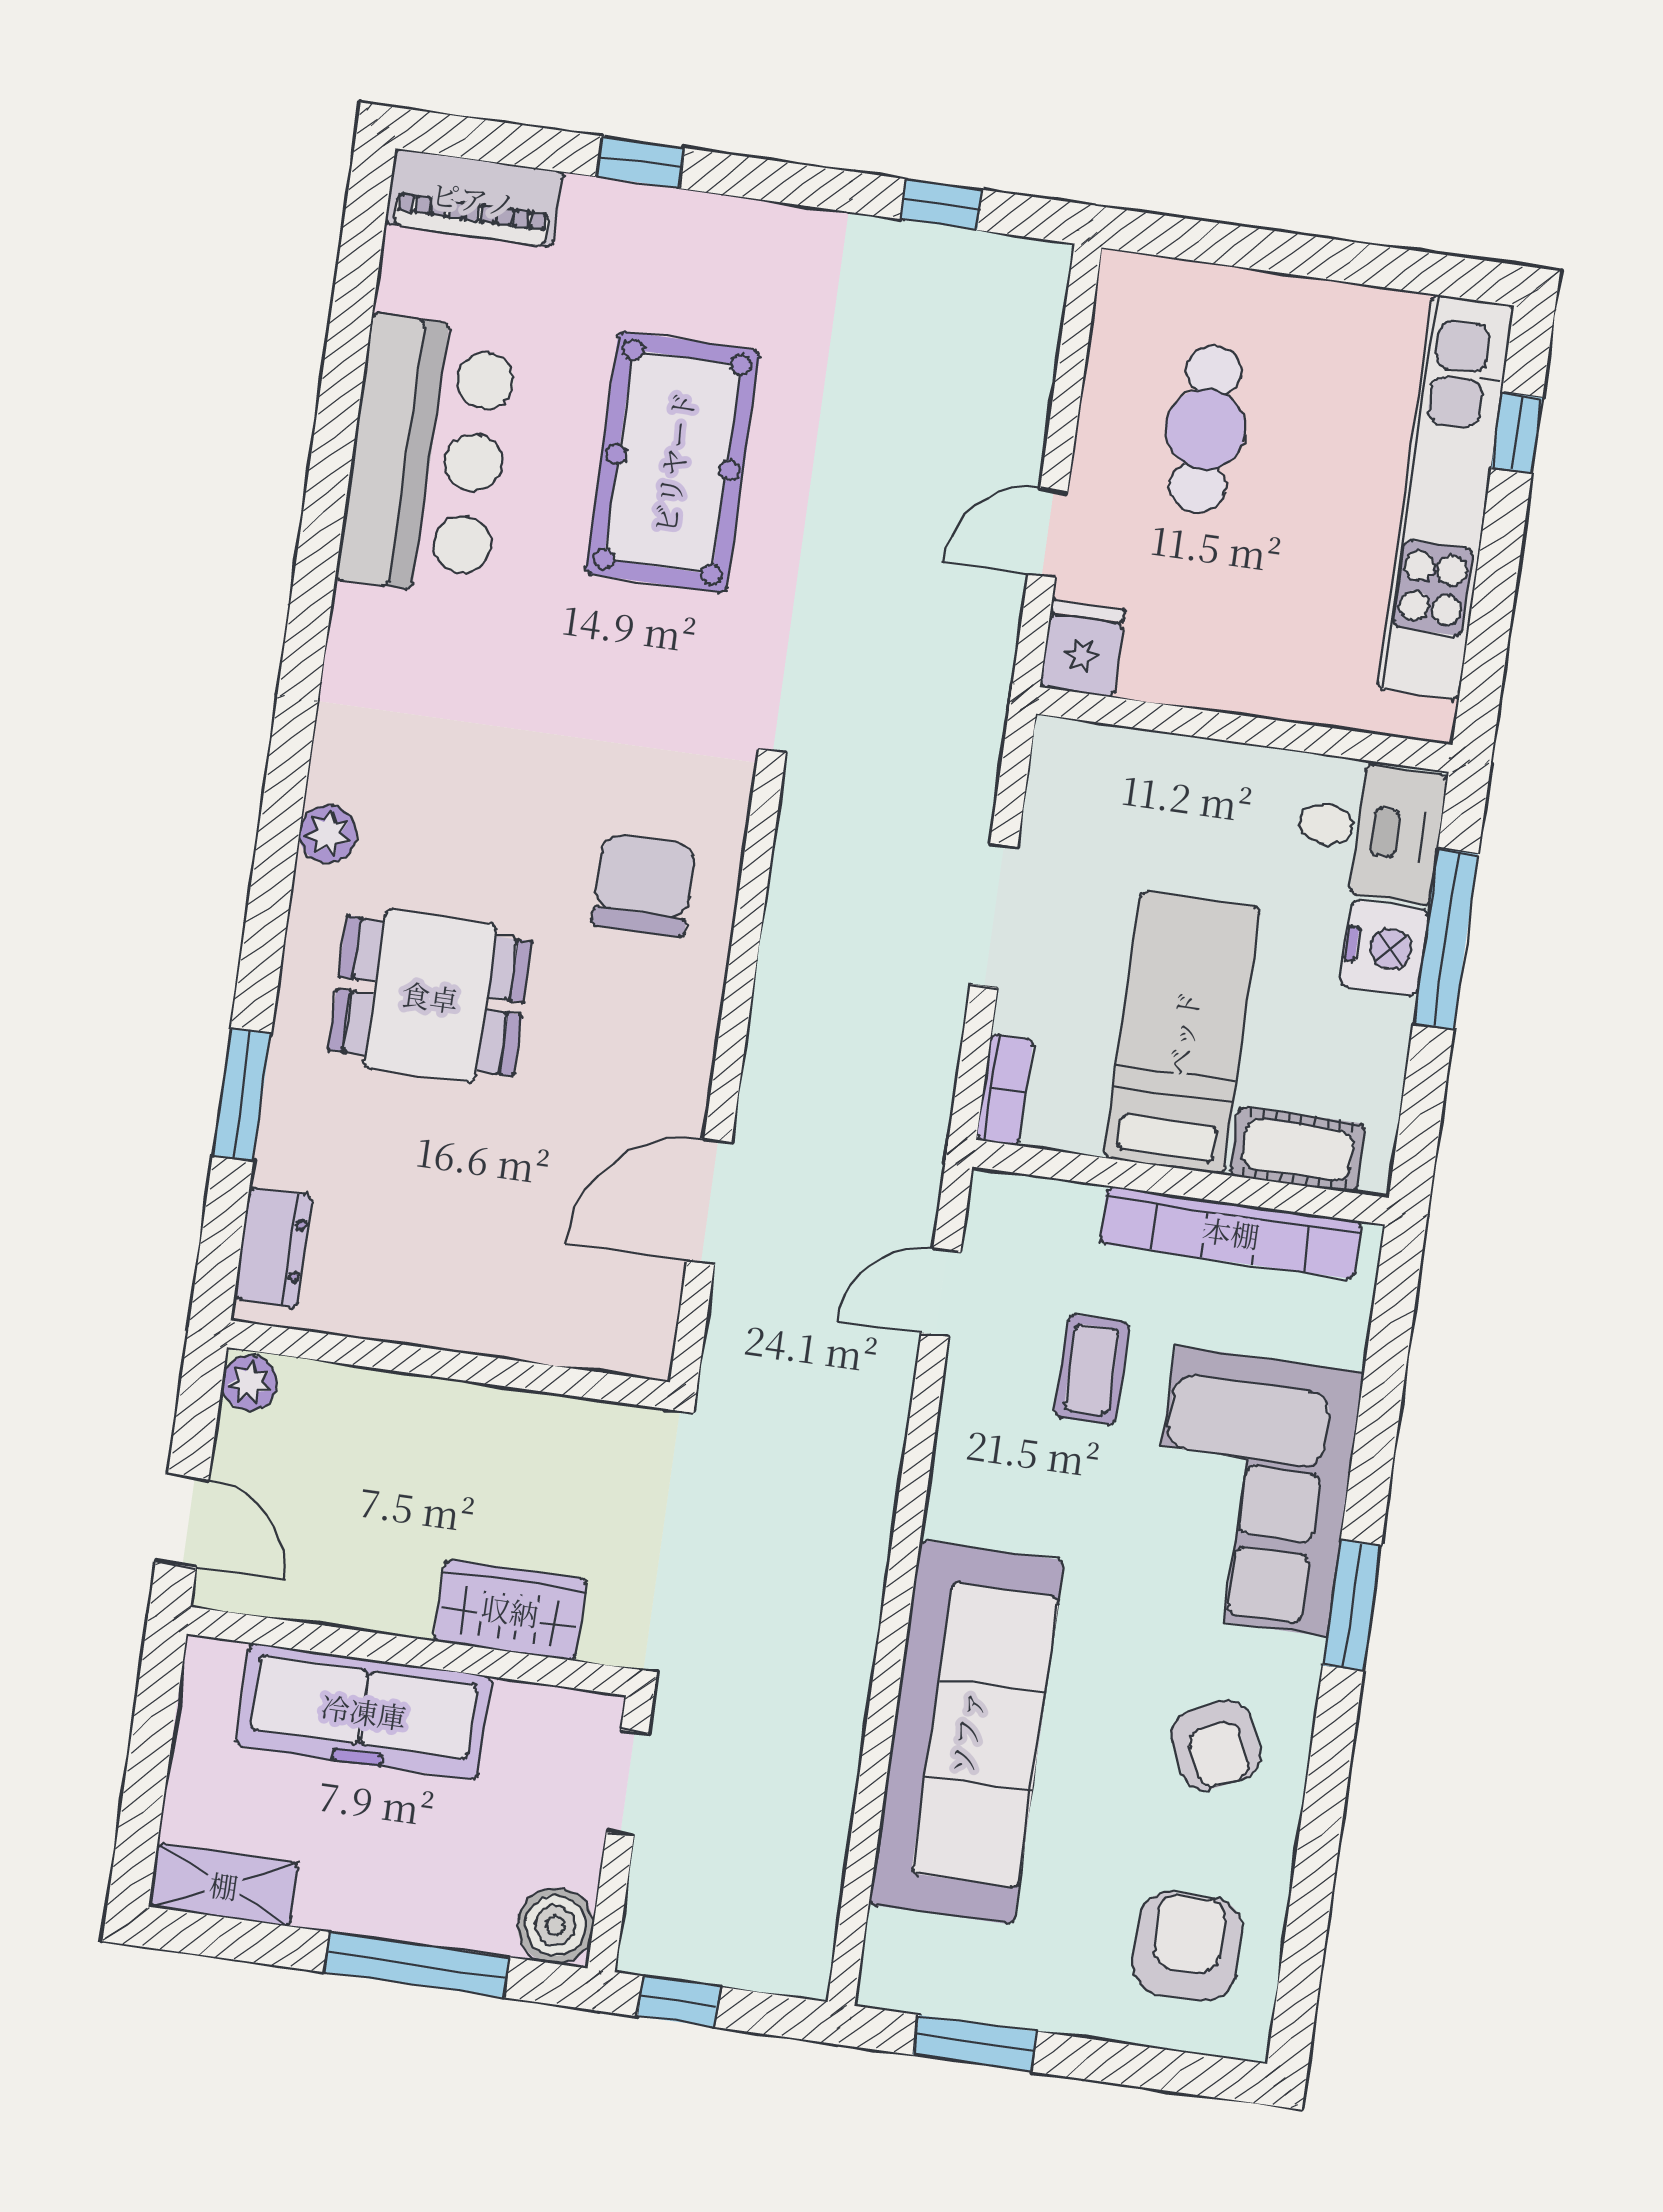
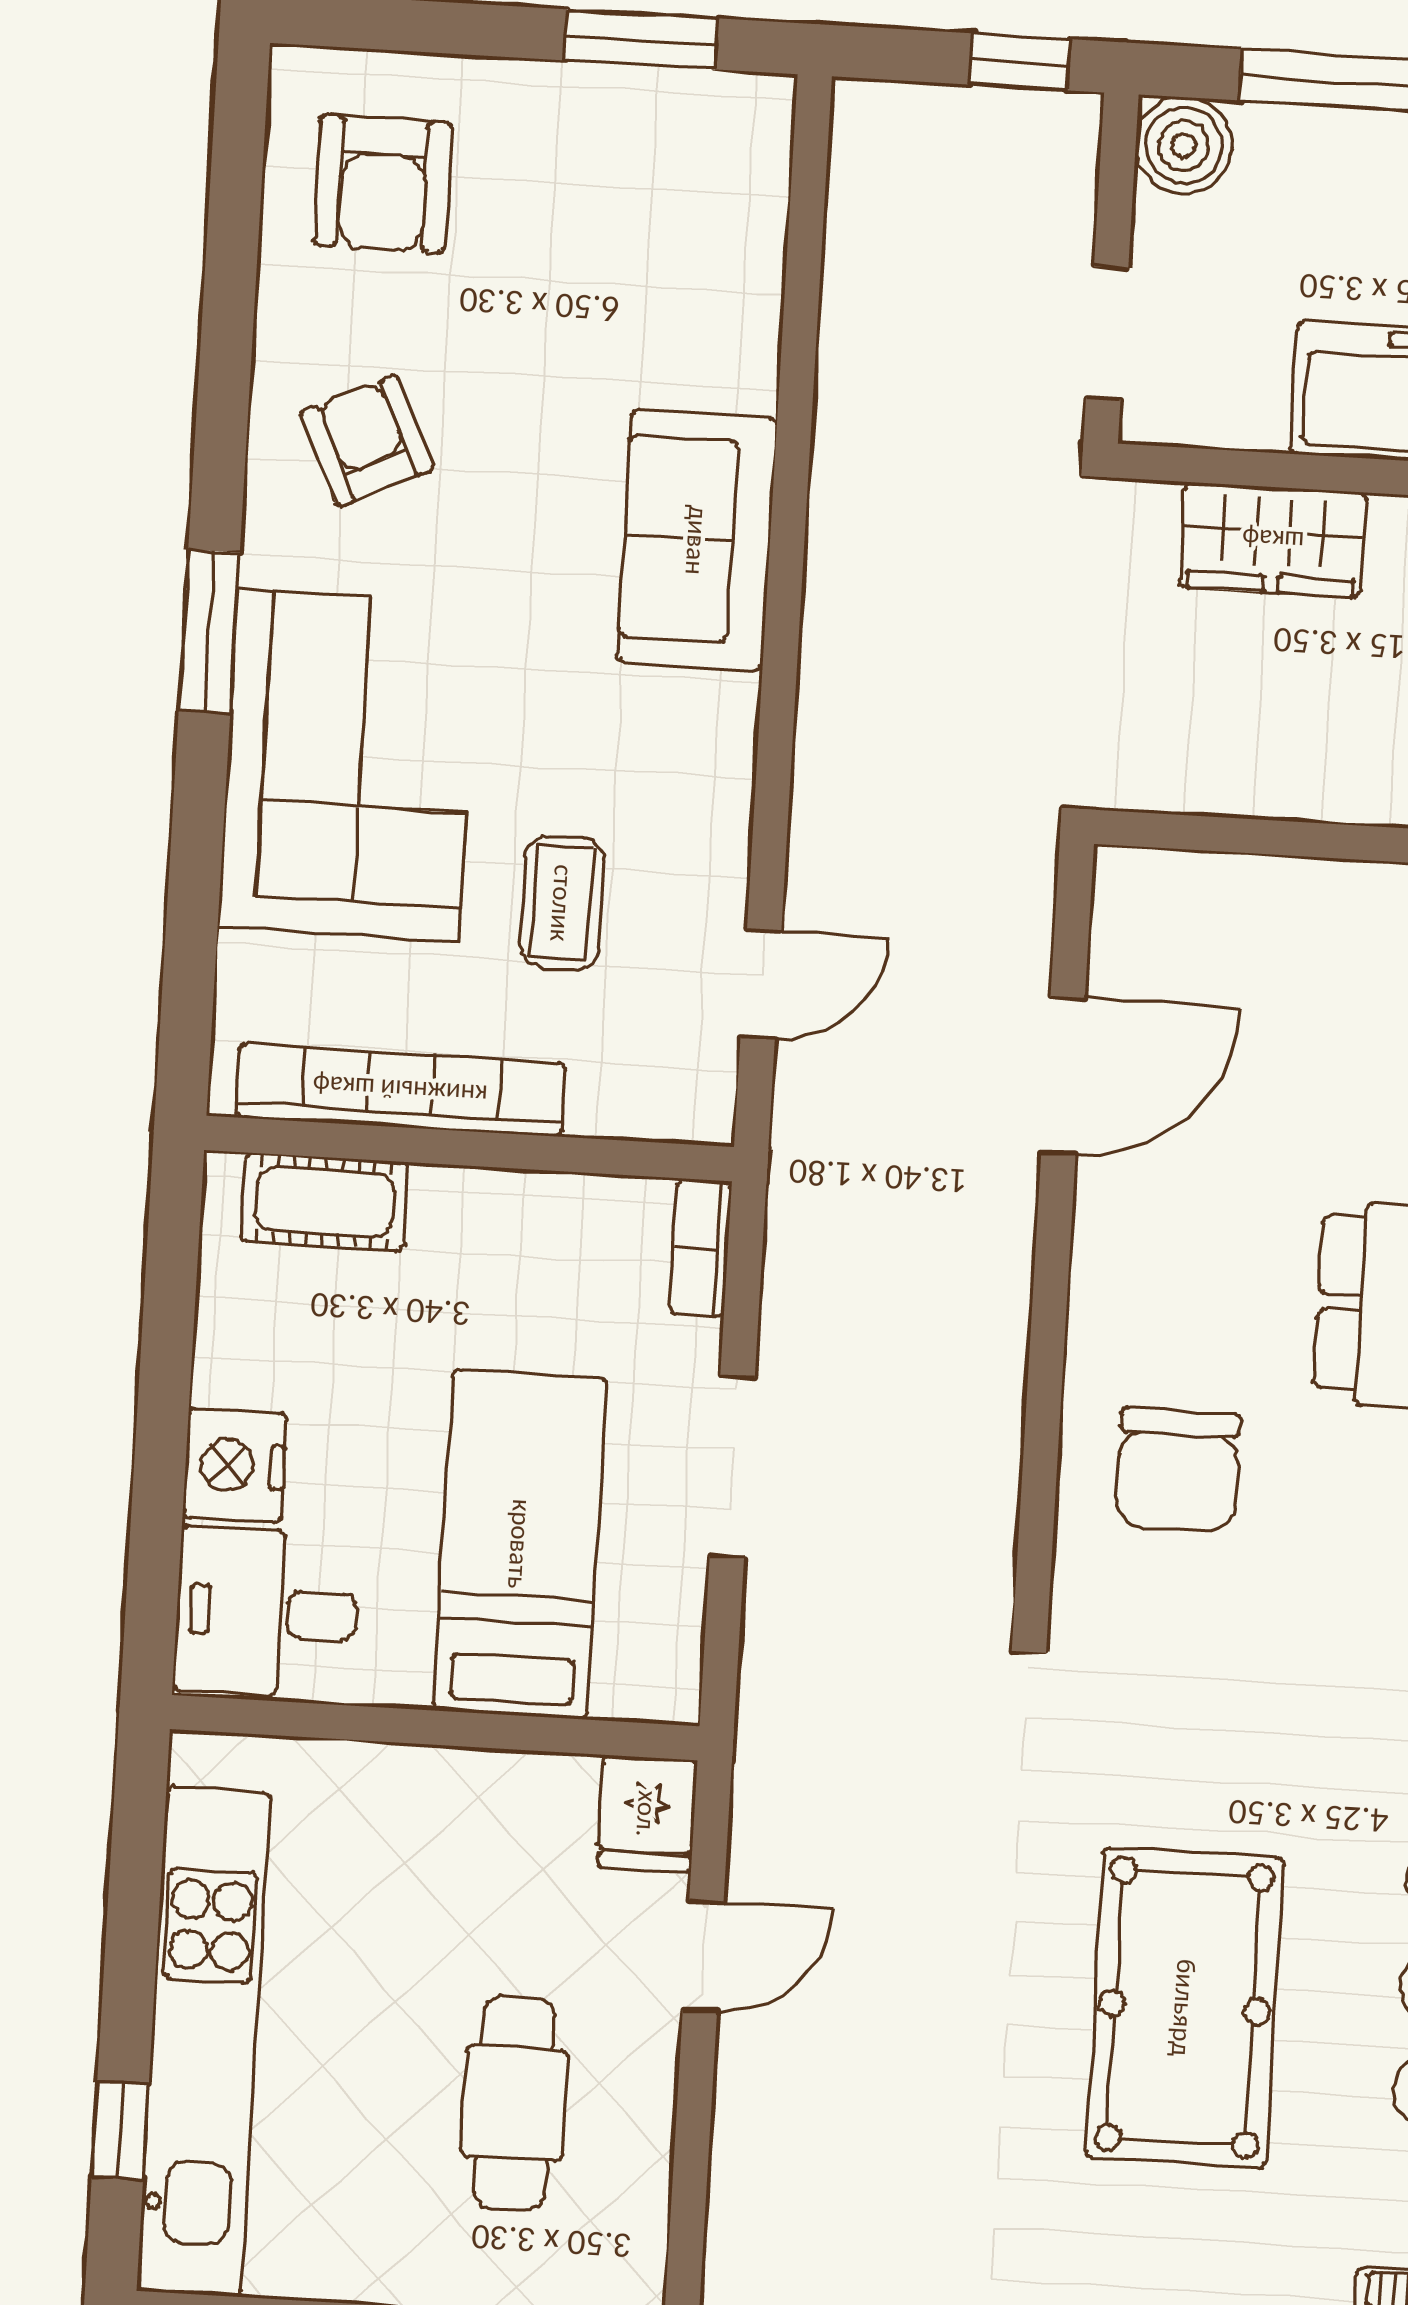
window: (1446, 939) -> (159, 1483), removed
bed: (1182, 1033) -> (520, 1544), moved, turned 180
sofa: (966, 1732) -> (697, 540), width x0.54, depth x0.79

